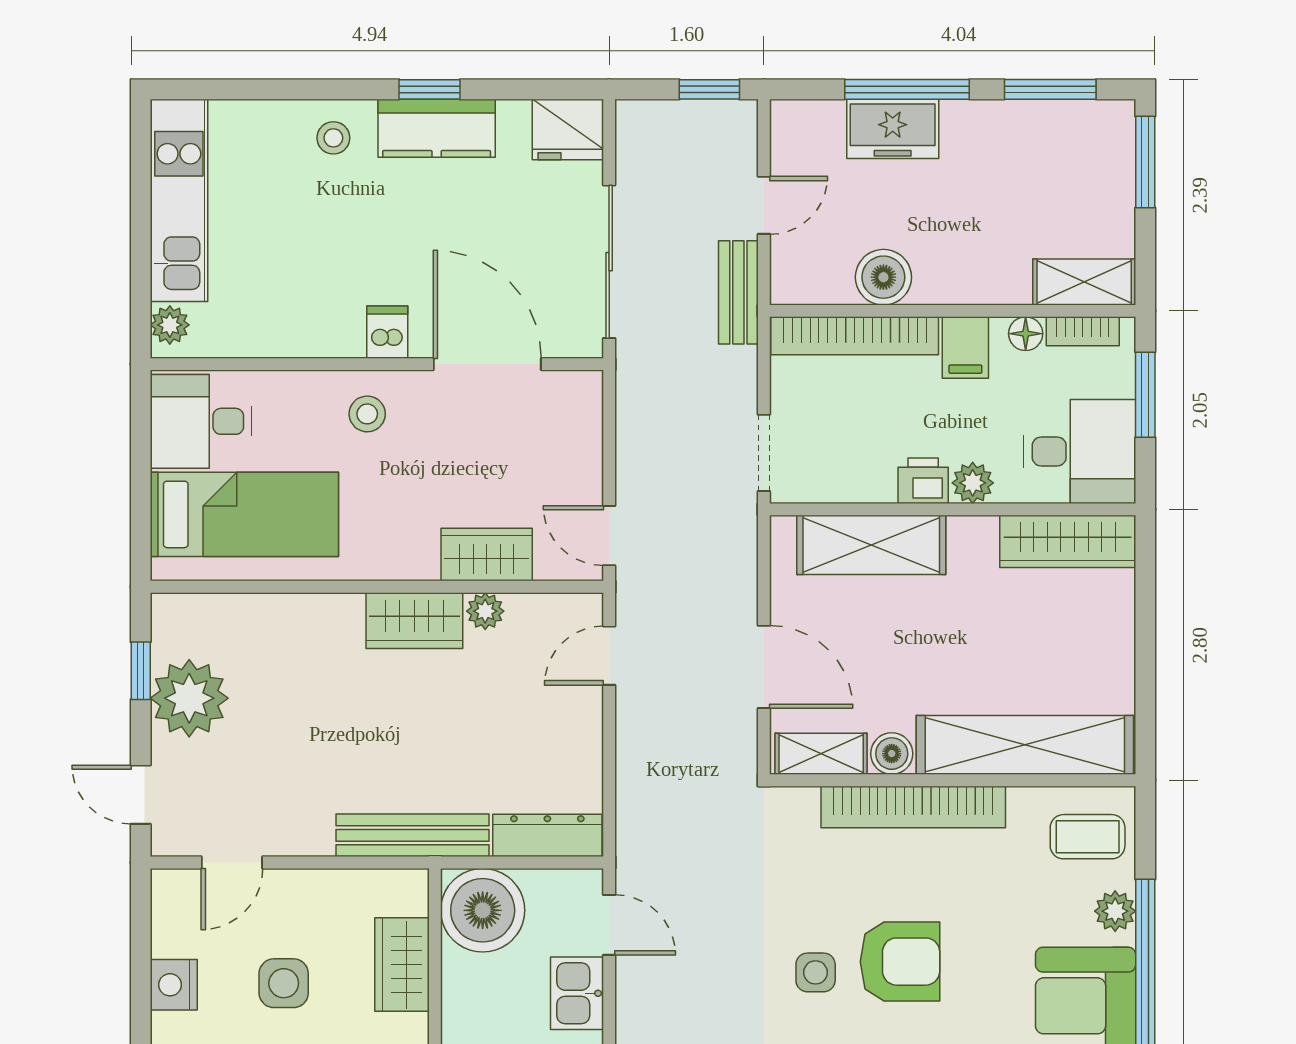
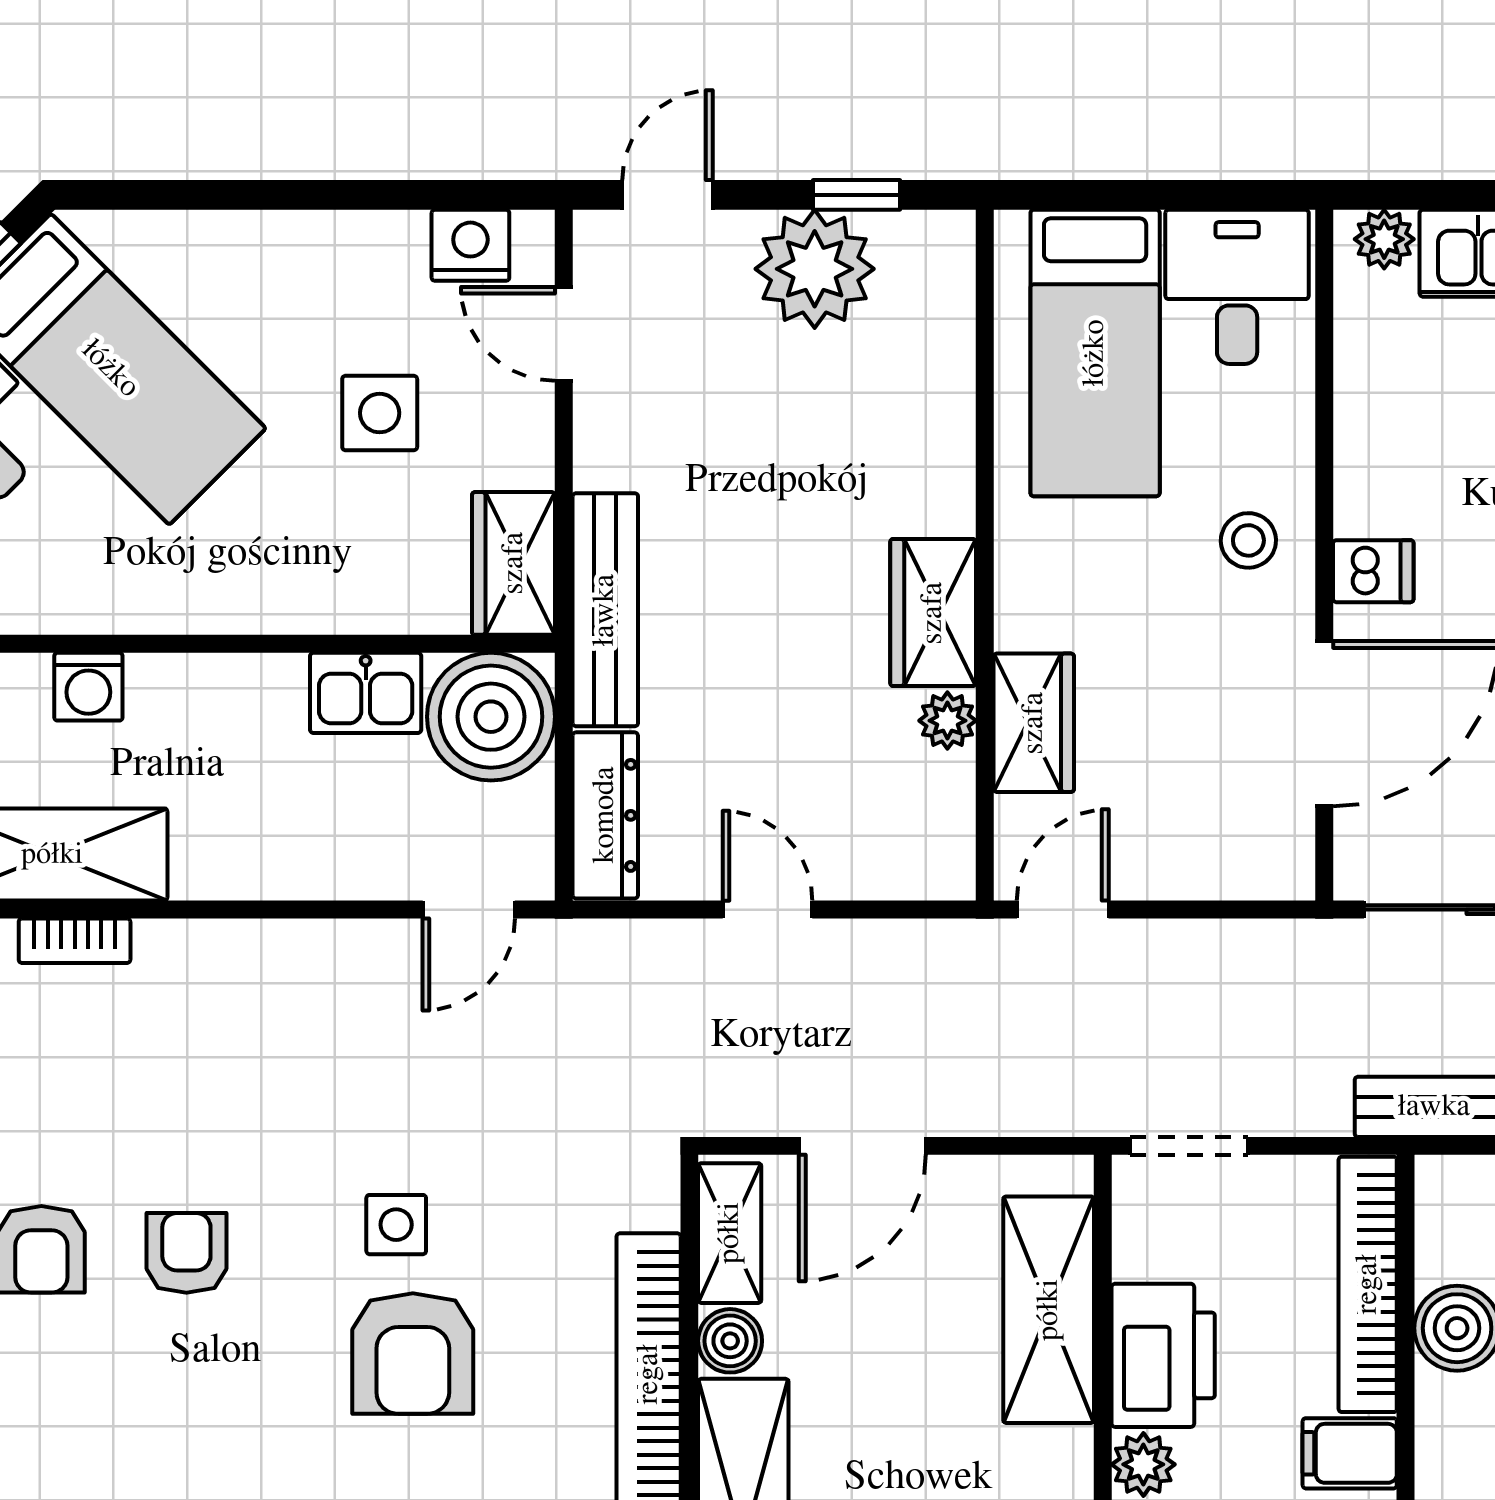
printer: (923, 481) -> (1163, 1355), width x1.87, depth x1.48
door: (609, 656) -> (768, 910), moved
wardrobe: (402, 965) -> (514, 563), moved, turned -90
nightstand: (174, 985) -> (470, 245), moved
kitchen sink: (577, 993) -> (366, 693), moved, turned 180

